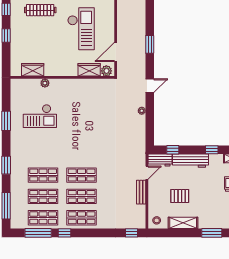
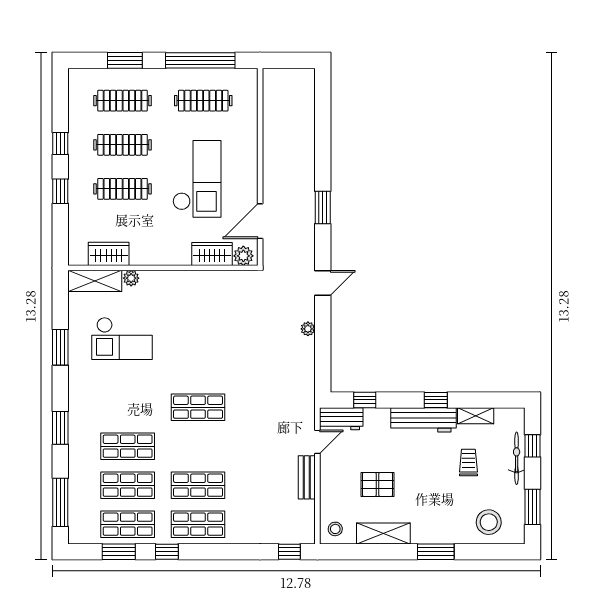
clothes rail: (40, 34) -> (123, 189), added
shelving: (25, 85) -> (95, 281), added
workbench: (190, 161) -> (423, 420), moved
shop shelf: (82, 175) -> (198, 407), moved
window: (38, 233) -> (119, 552), width x0.69

